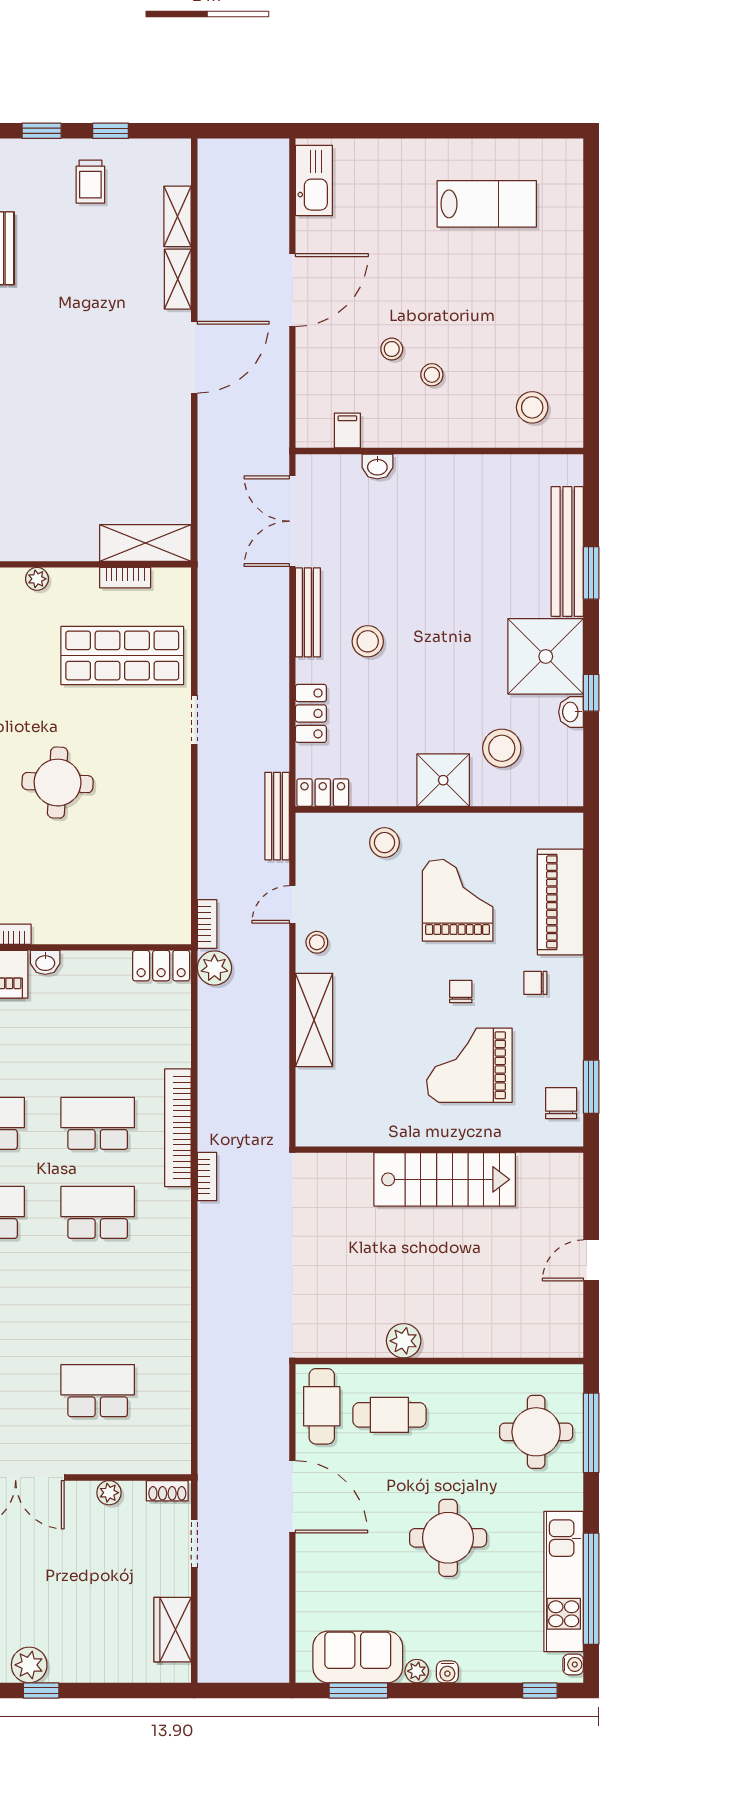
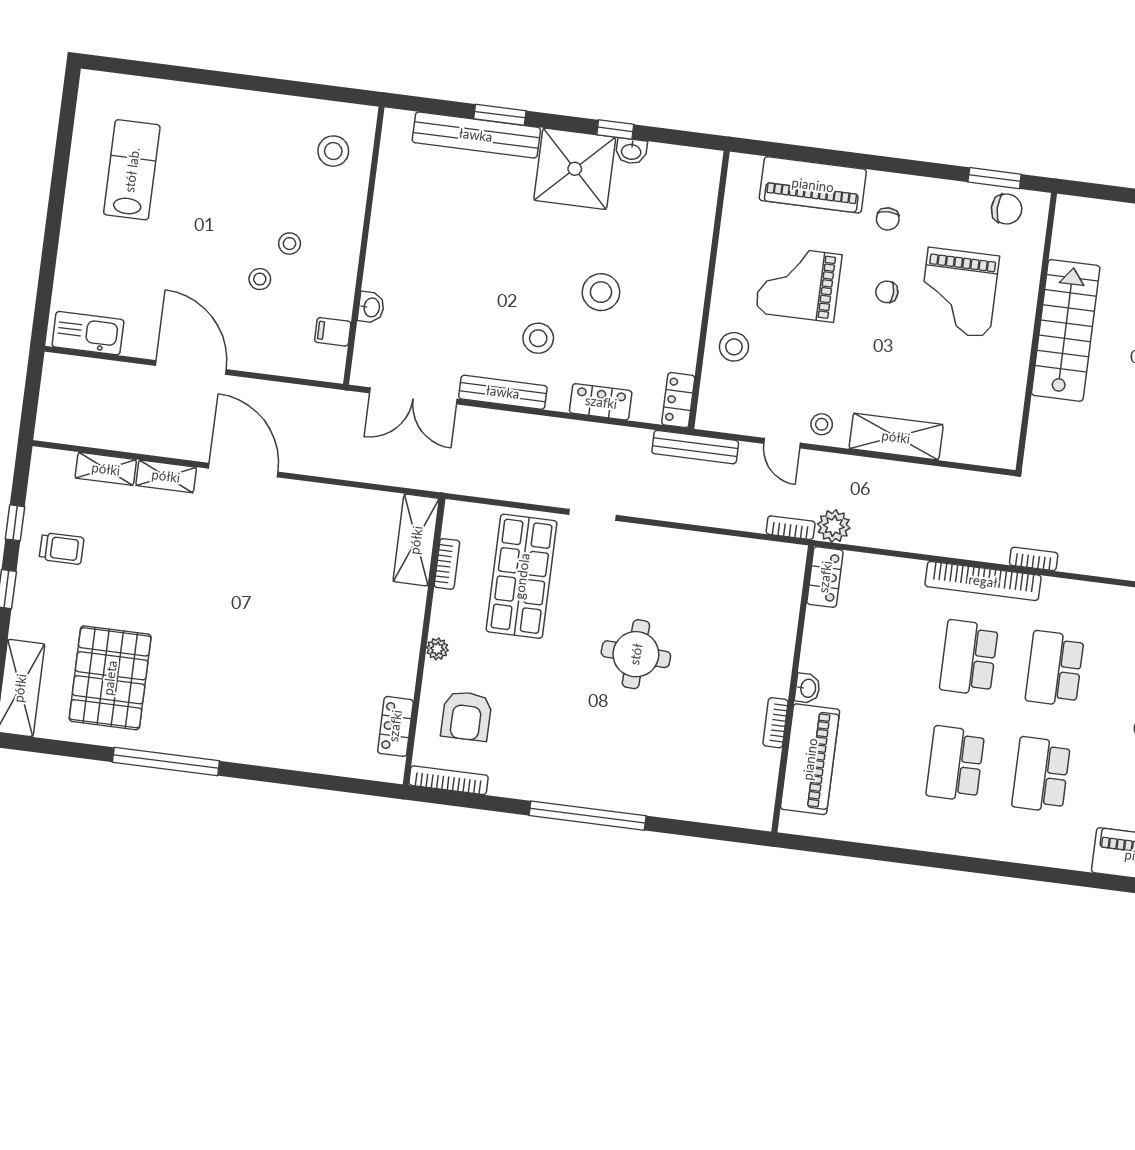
stool: (502, 748) -> (601, 292), moved
shower: (443, 780) -> (681, 283), removed
chair: (561, 1103) -> (1007, 209), turned 180

